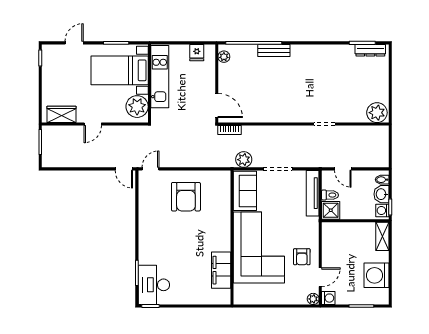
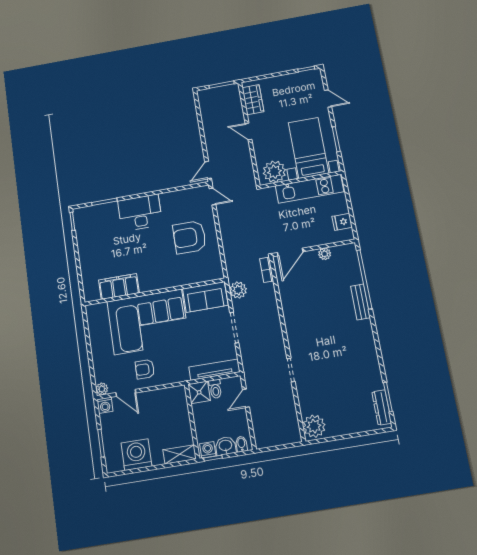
plant: (224, 57) -> (325, 254), moved
desk: (154, 285) -> (140, 213), moved

